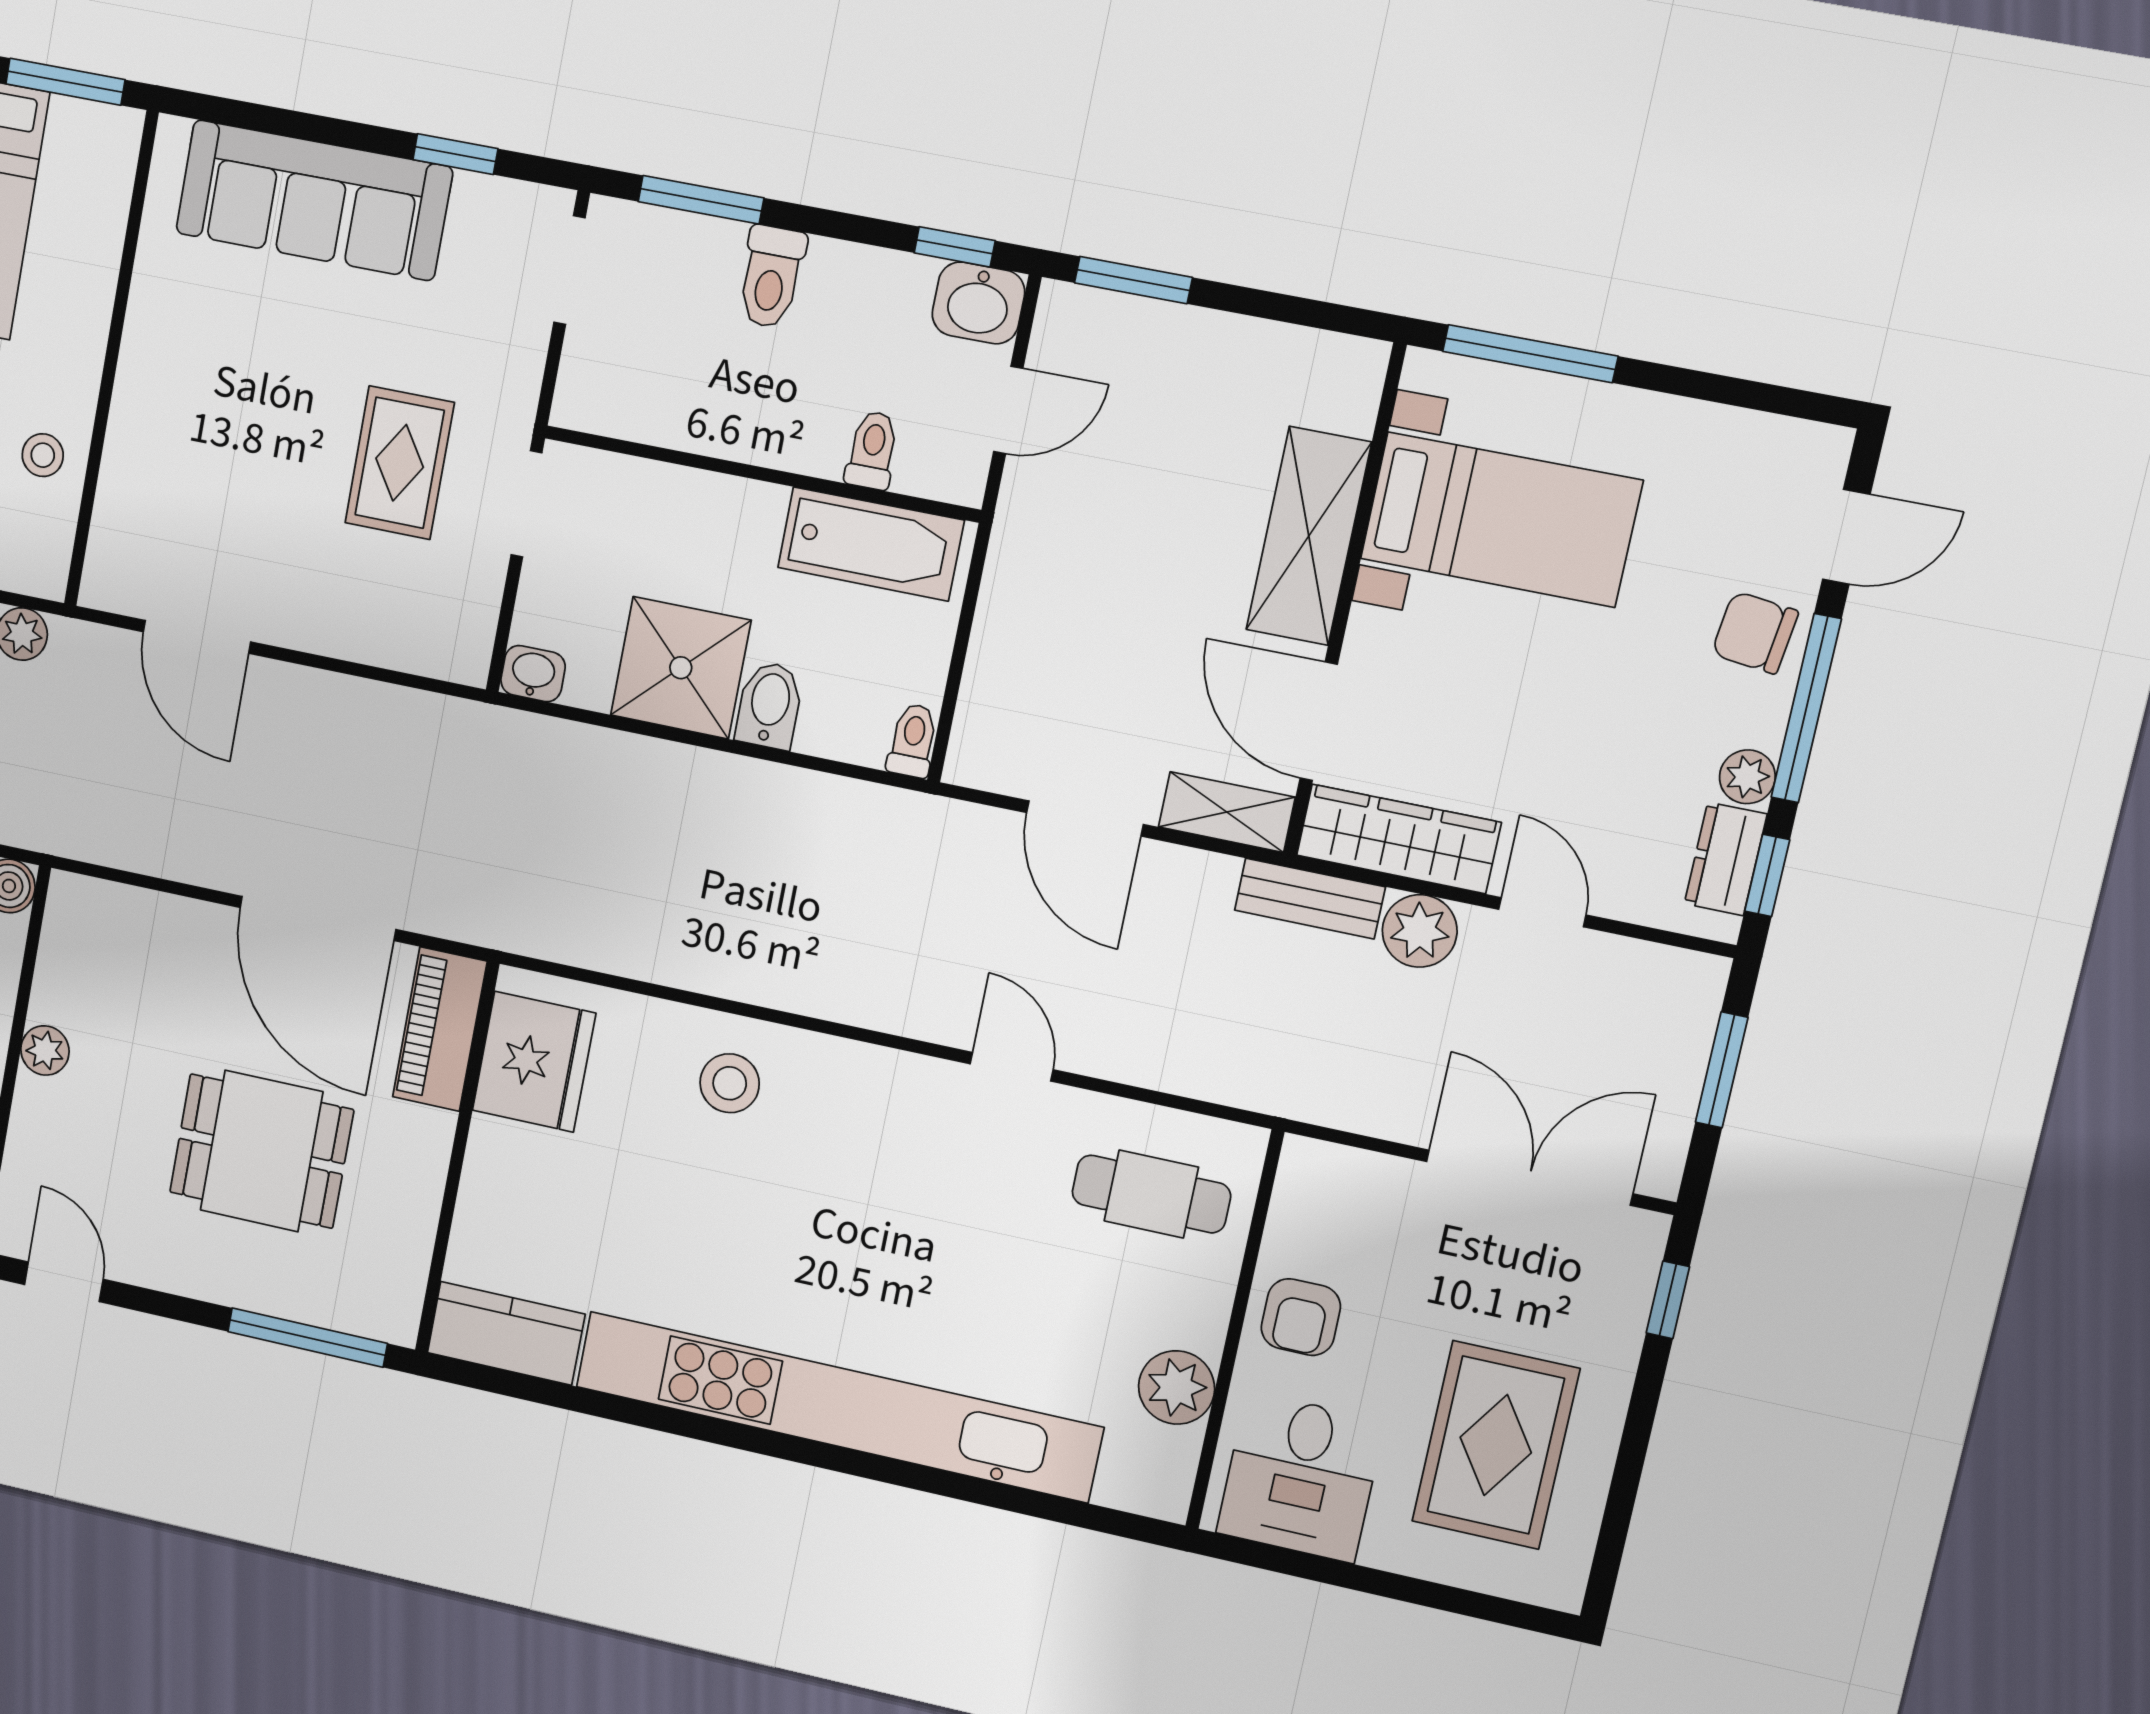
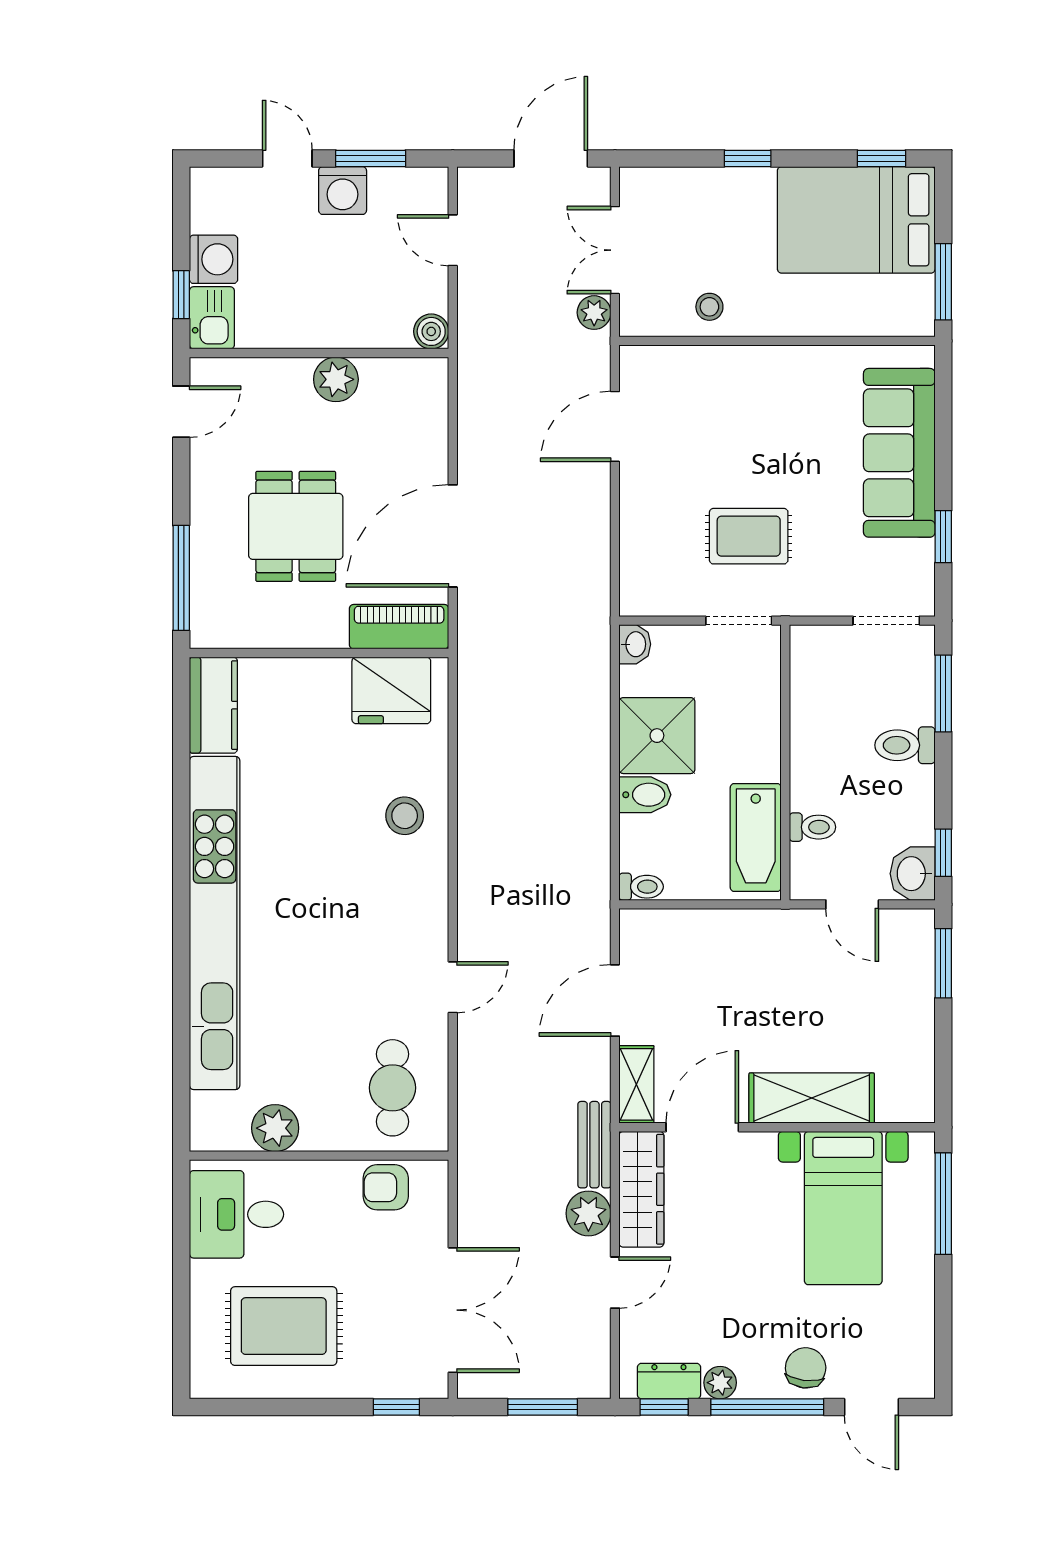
plant: (45, 1050) -> (336, 379), width x1.38, depth x1.38
armchair: (1301, 1317) -> (386, 1187), moved

